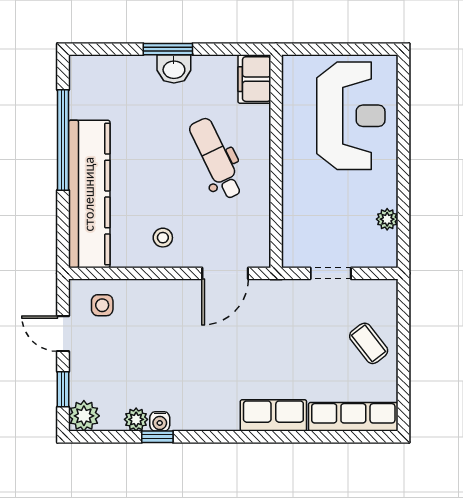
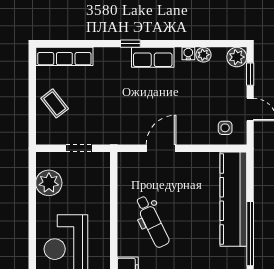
plant: (387, 219) -> (49, 183), width x1.88, depth x1.88
stool: (163, 238) -> (186, 171), removed
door: (225, 273) -> (161, 148), moved
row of seats: (273, 415) -> (153, 57), moved
window: (157, 437) -> (130, 44), moved

